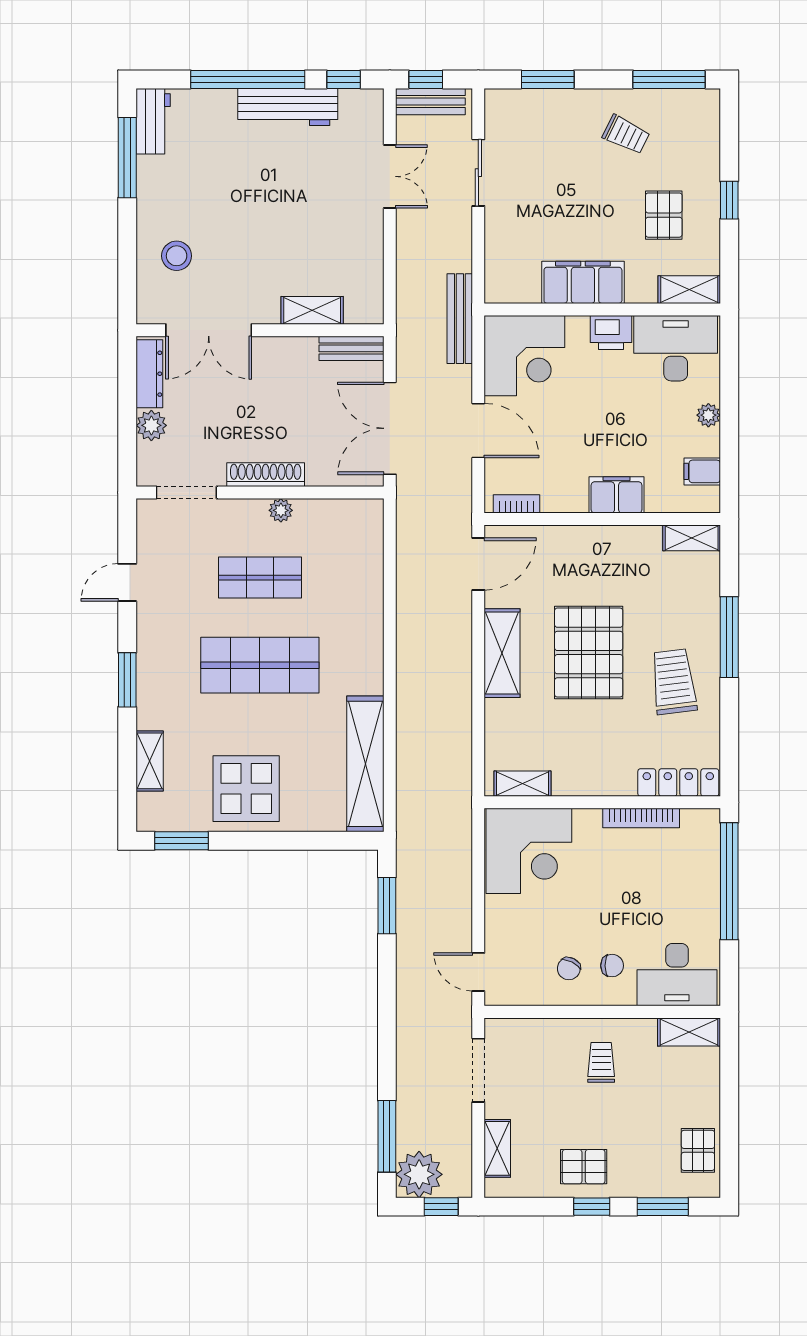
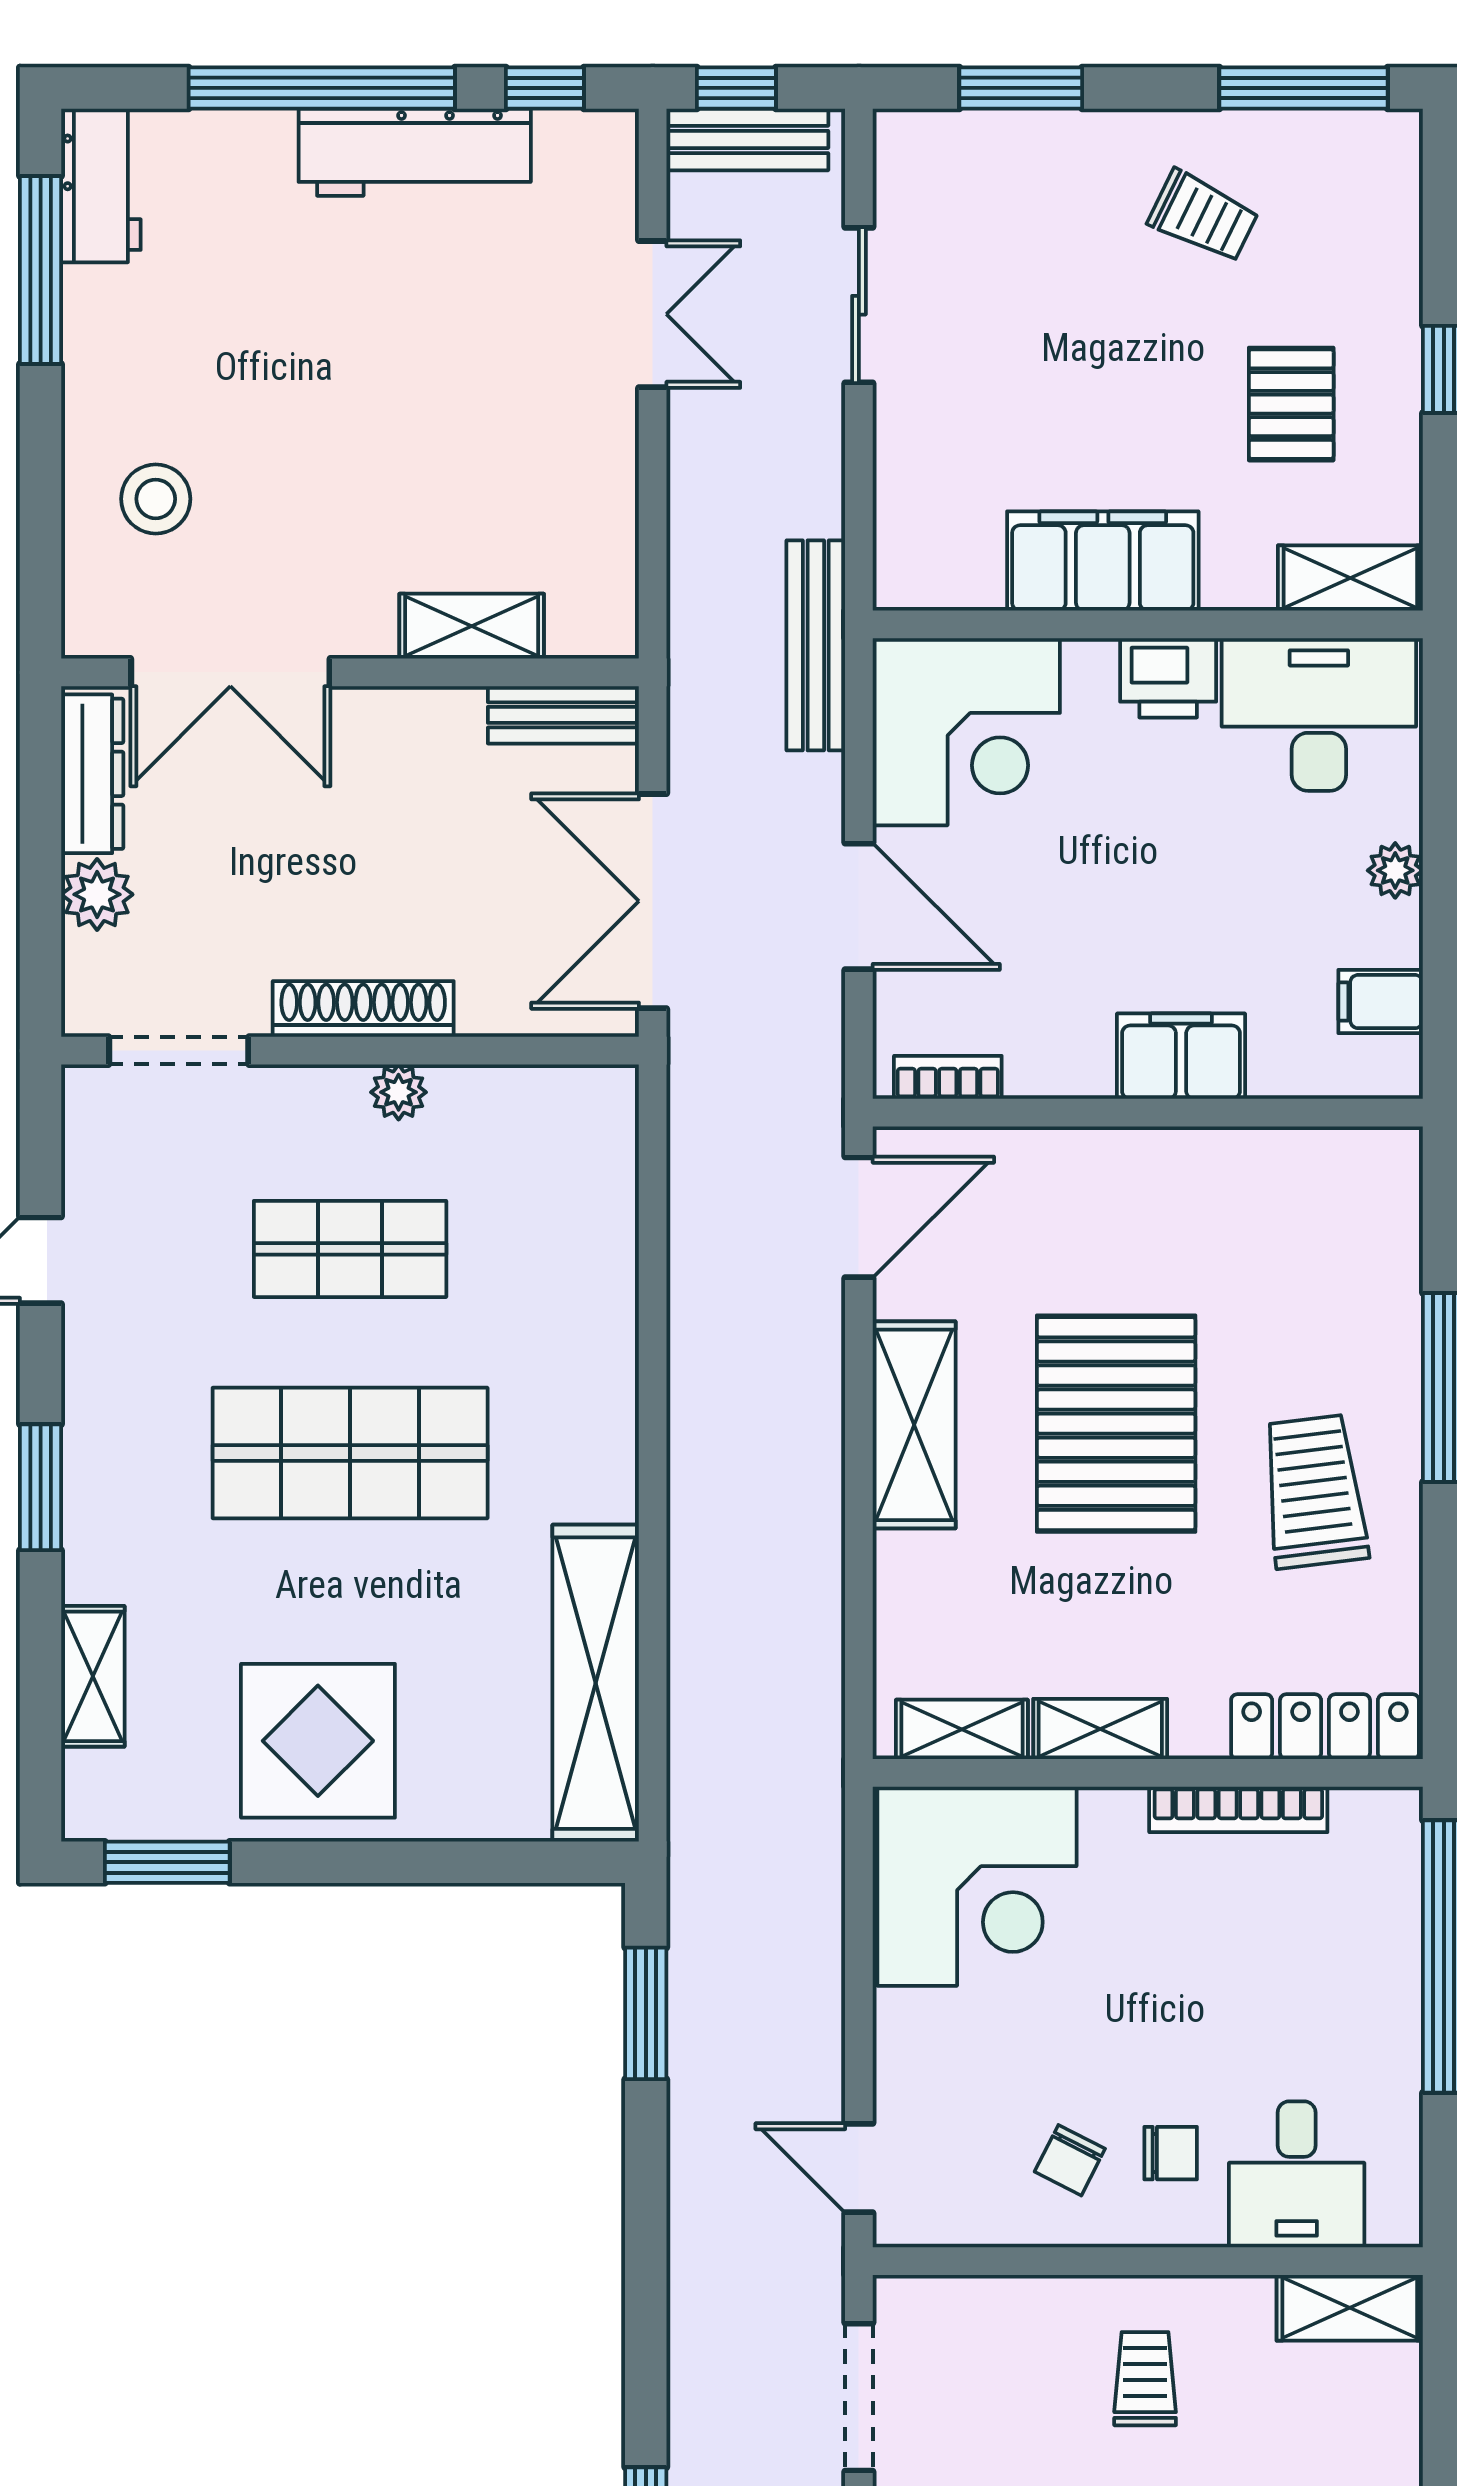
shelving: (692, 538) -> (1100, 1729), moved
desk: (677, 975) -> (1297, 2174), width x0.73

